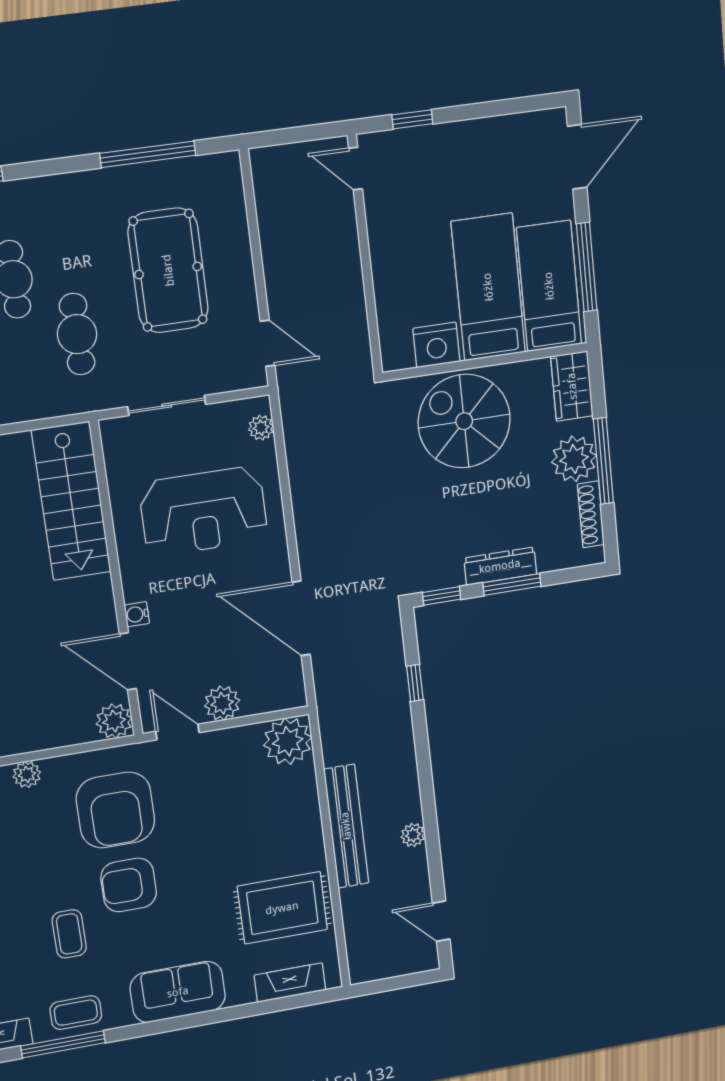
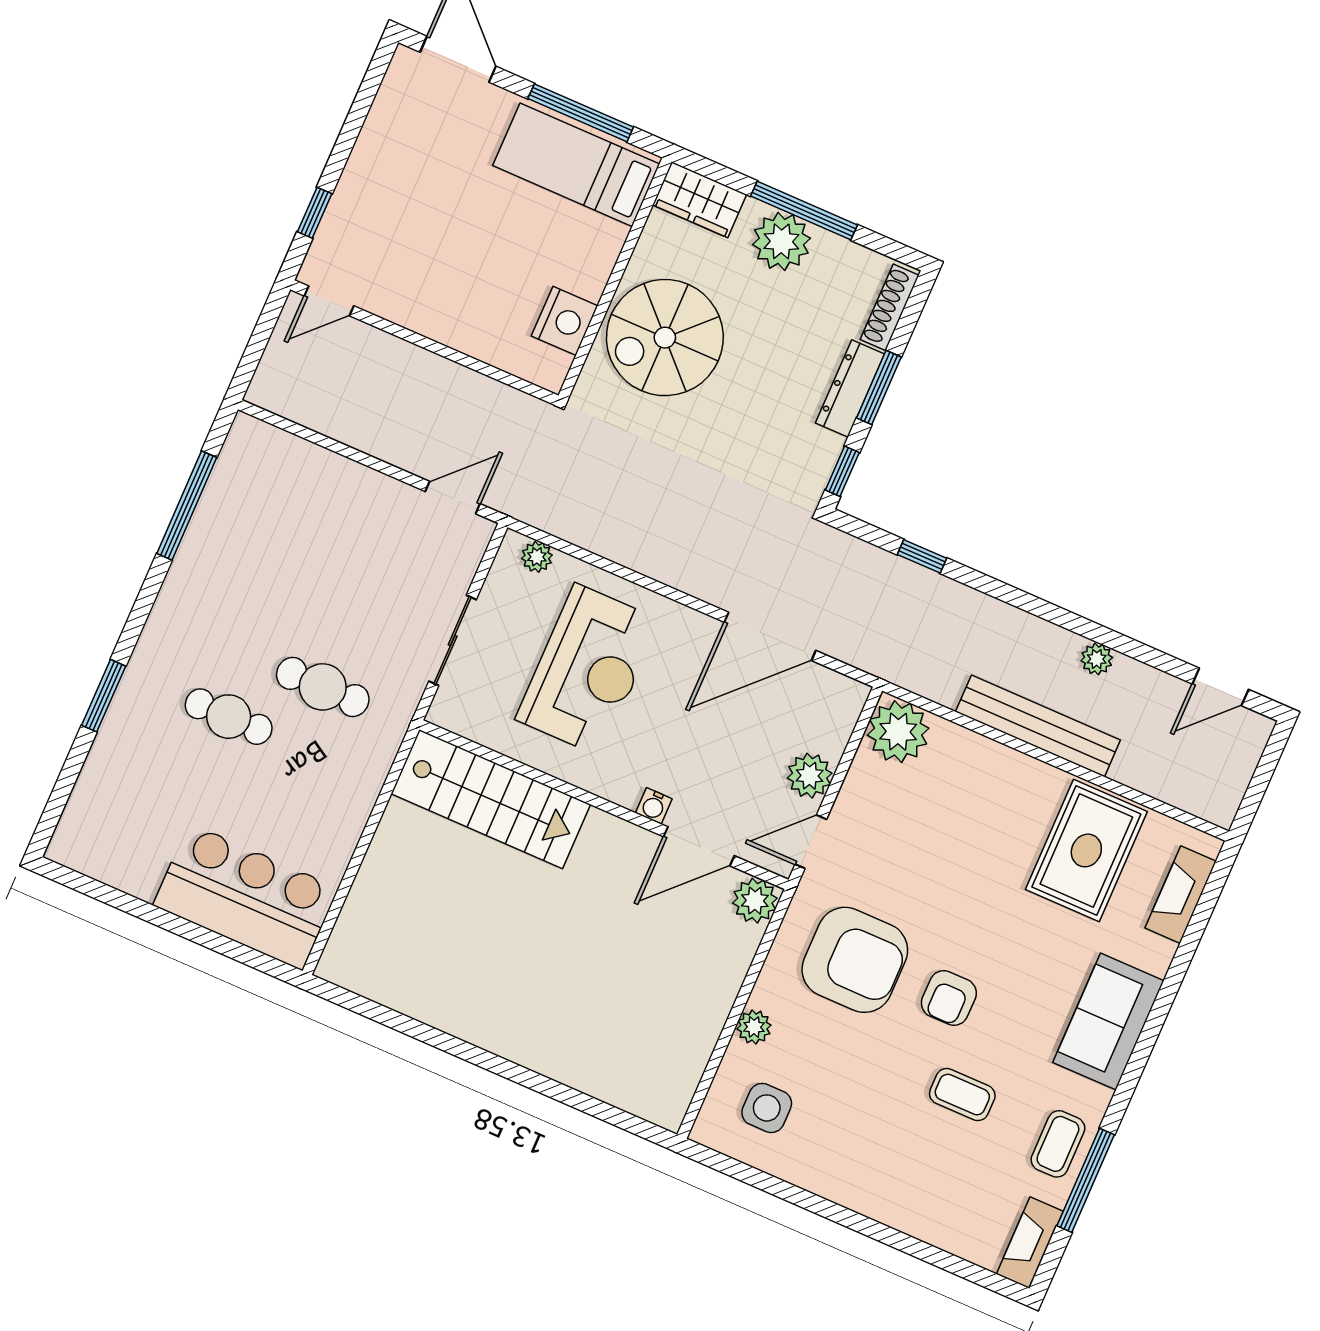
pool table: (168, 270) -> (315, 555), removed
bed: (488, 287) -> (537, 231), removed
shoe rack: (591, 514) -> (890, 307), moved, turned 90
armchair: (129, 885) -> (949, 998), width x0.72, depth x0.72

